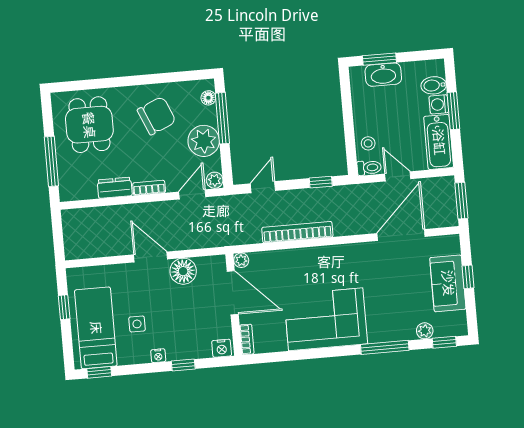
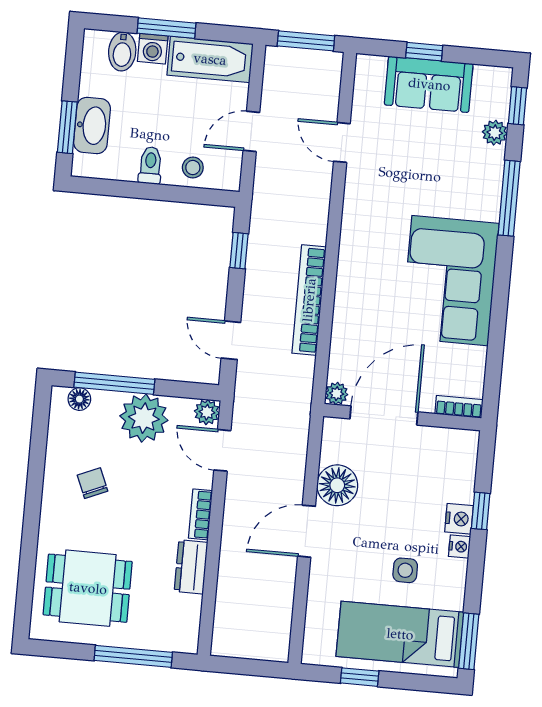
chair: (157, 116) -> (92, 483), width x0.54, depth x0.54
toilet: (369, 168) -> (150, 165), moved
door: (401, 235) -> (342, 142), width x0.53
nightstand: (222, 348) -> (459, 519), moved
window: (99, 372) -> (469, 641), width x1.50

